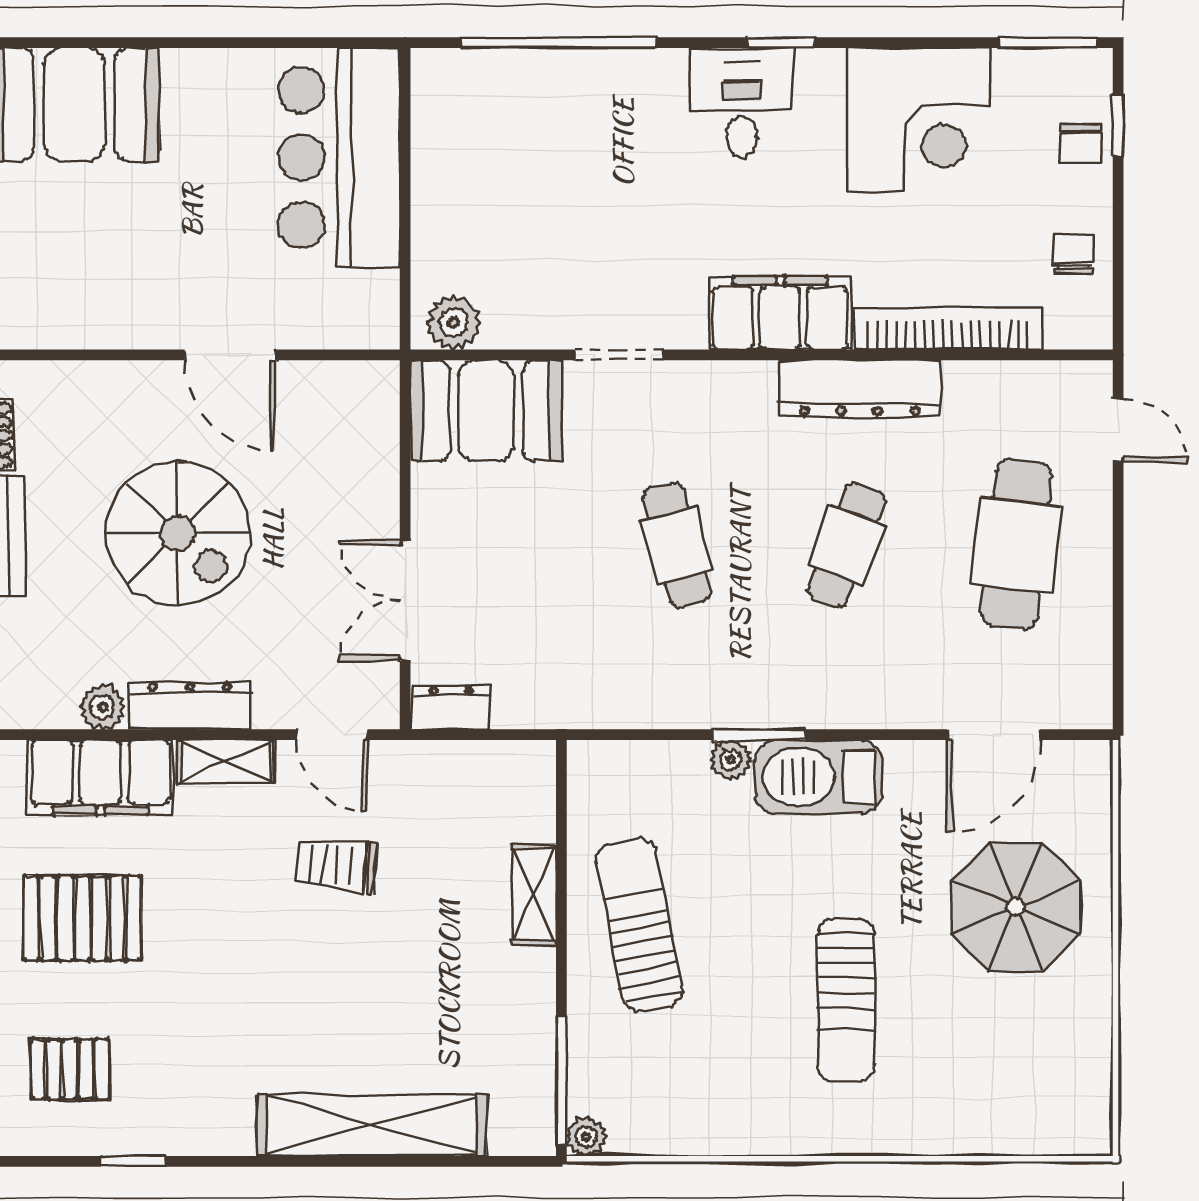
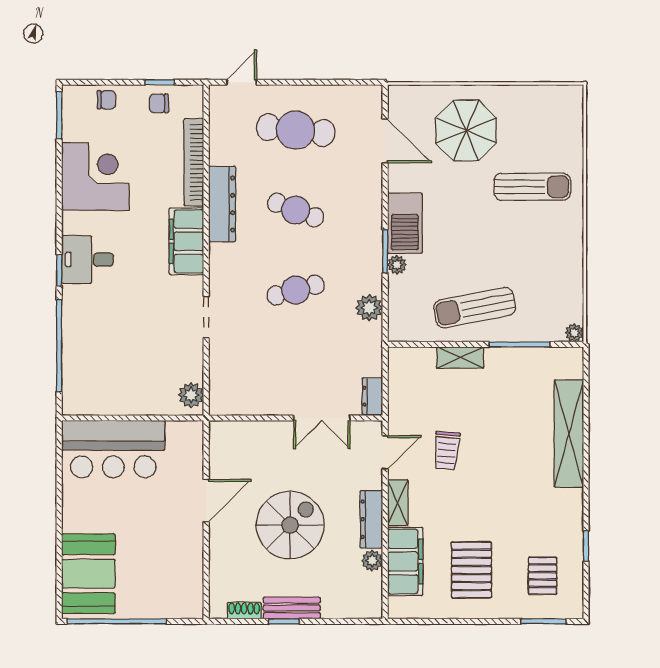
window: (781, 43) -> (59, 270), moved
window: (1118, 125) -> (159, 82), moved
booth: (486, 411) -> (233, 380), removed
plant: (639, 701) -> (369, 308), added
sun lounger: (846, 1000) -> (532, 187), moved
window: (561, 1081) -> (519, 344), moved

